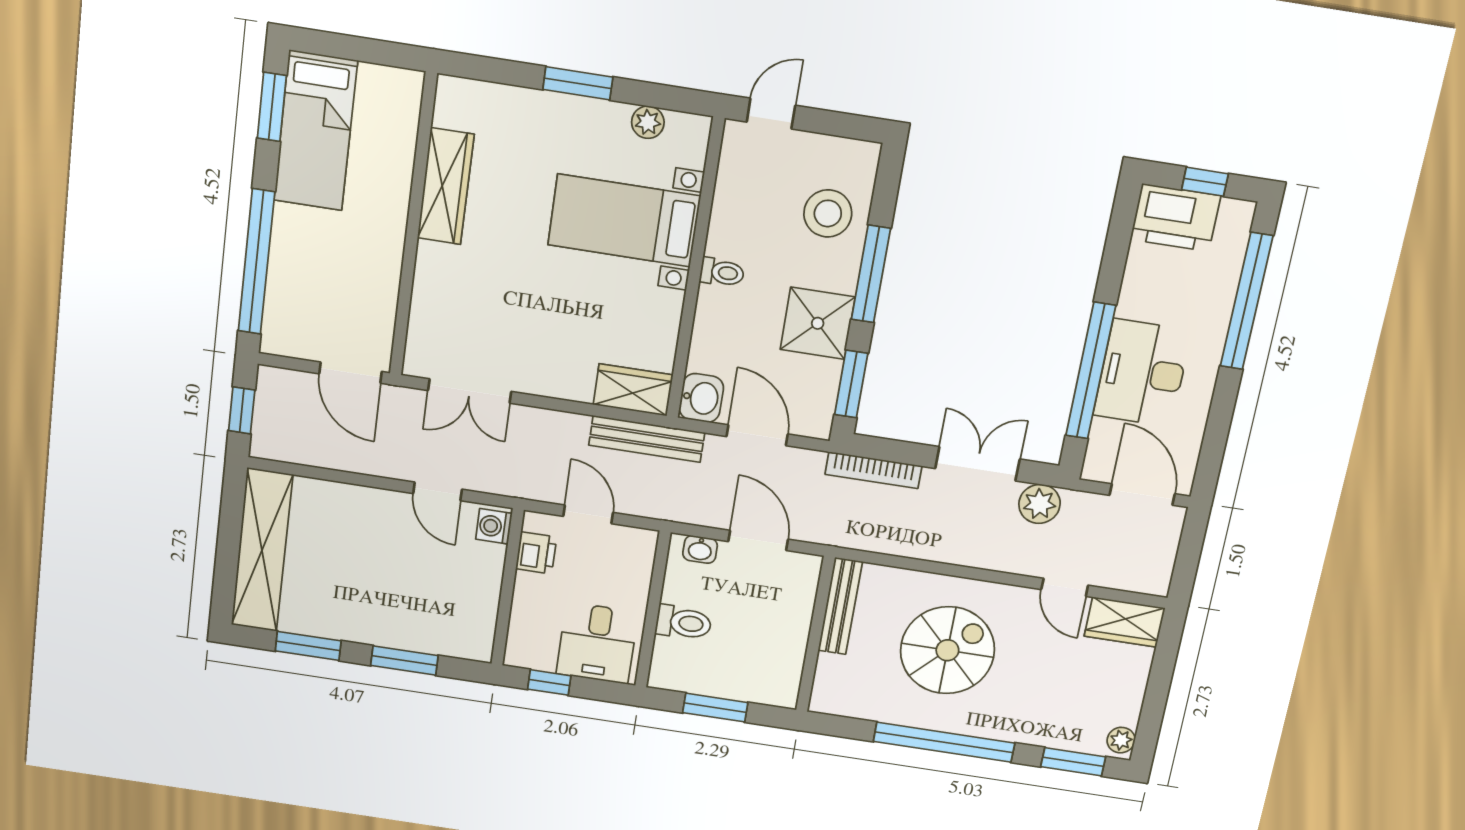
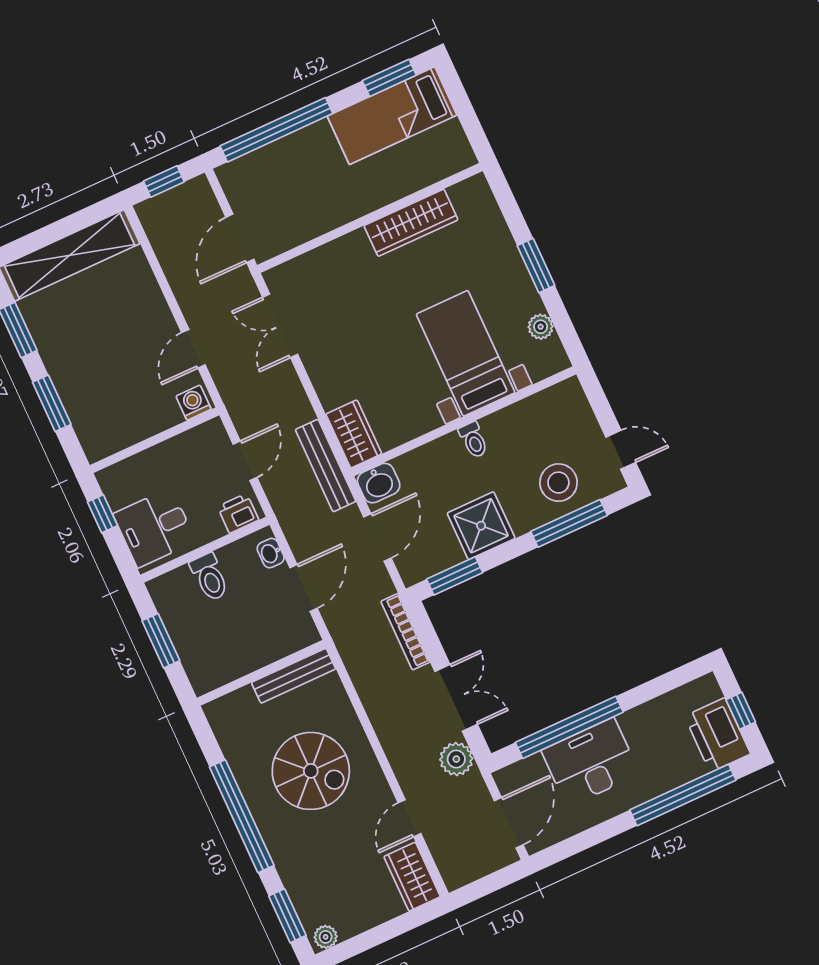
door: (771, 114) -> (621, 450), moved
printer: (1175, 218) -> (717, 735), moved
window: (871, 274) -> (569, 523), moved
printer: (536, 553) -> (238, 513), moved, turned 180

